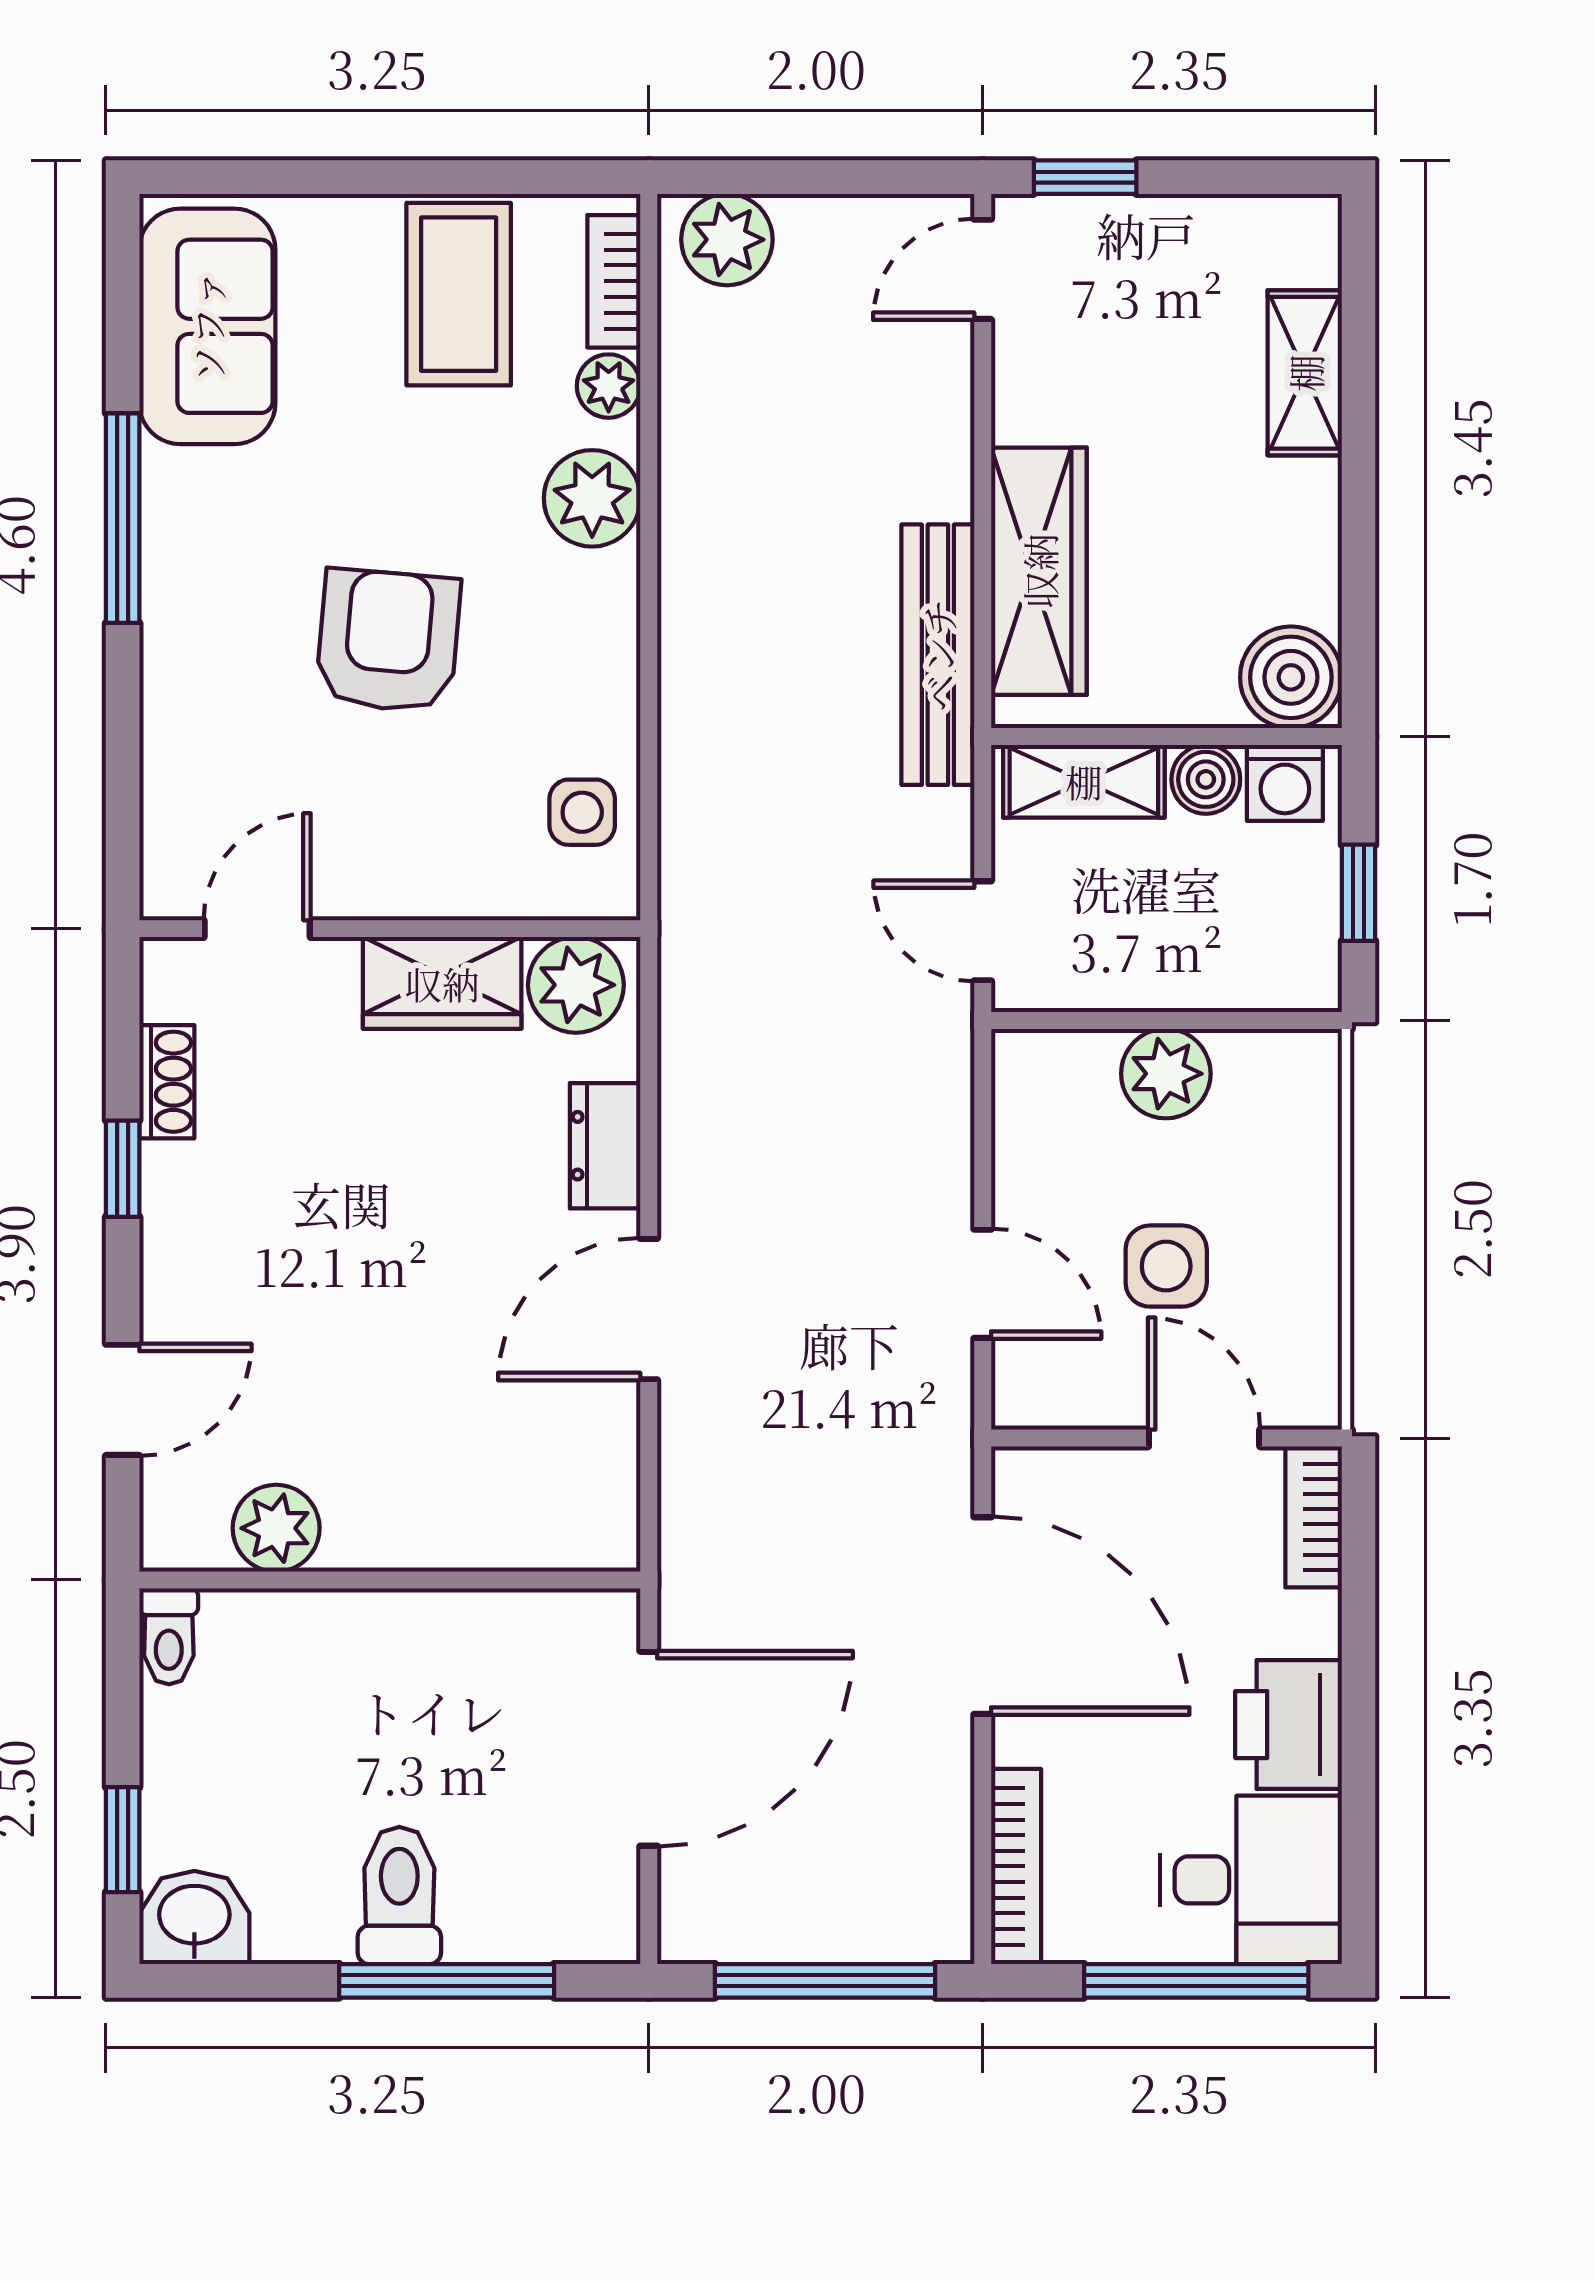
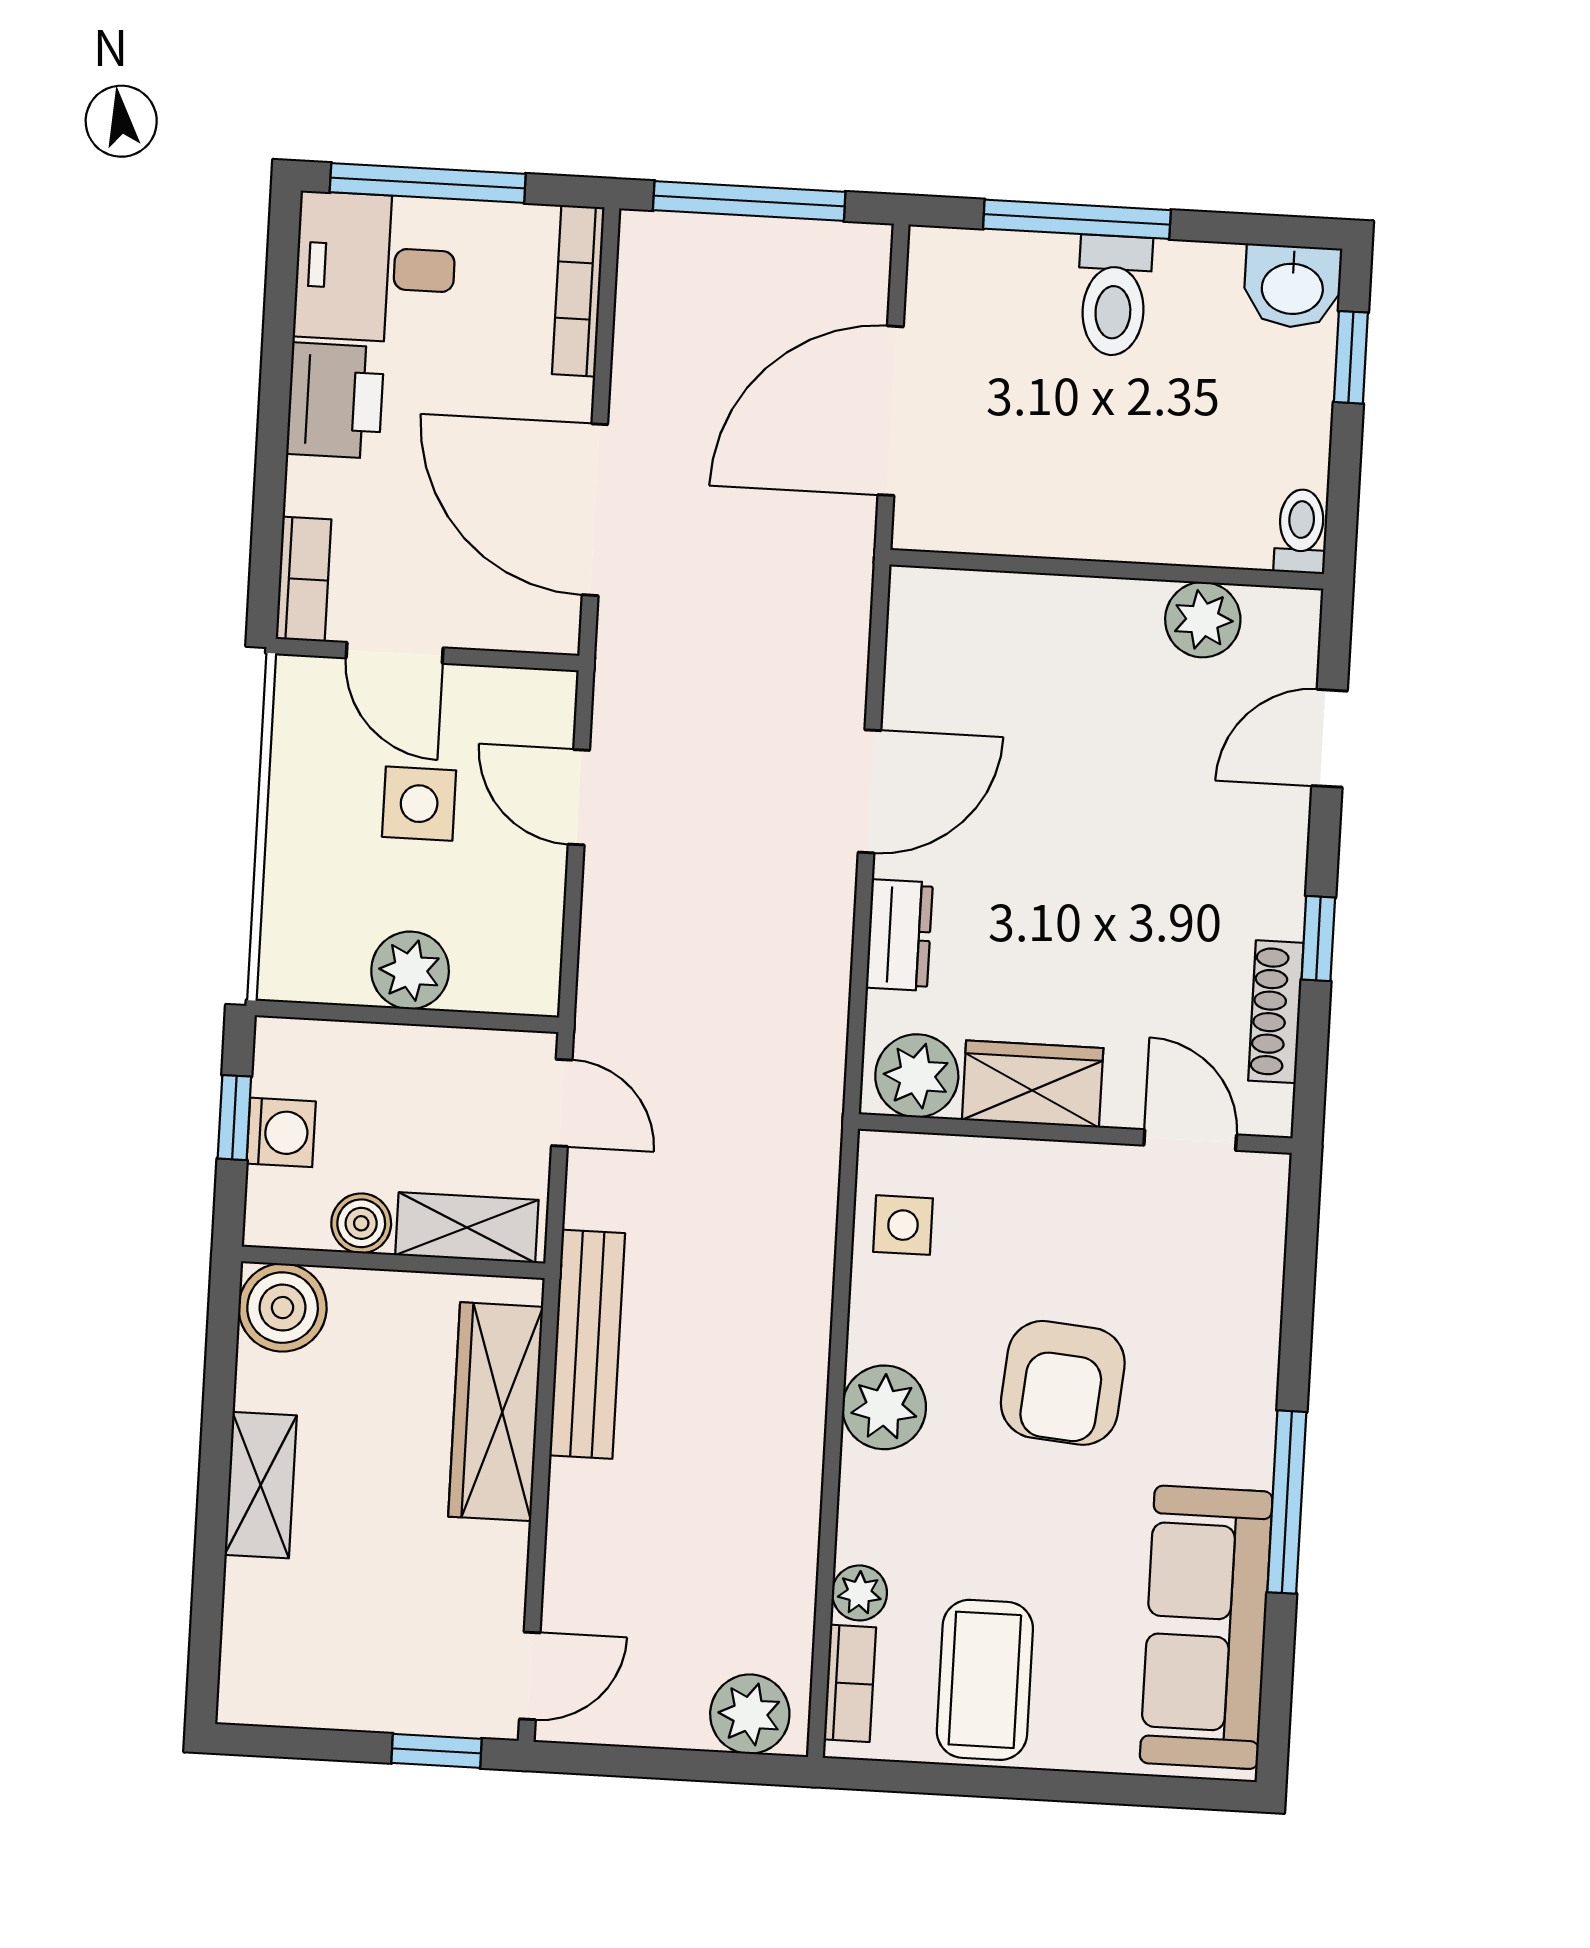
sofa: (207, 326) -> (1206, 1627), width x1.36
shelving: (1305, 373) -> (261, 1485), moved
plant: (592, 498) -> (884, 1407), moved
washing machine: (1285, 783) -> (281, 1132), moved, turned 90
door: (257, 929) -> (1190, 1140), swing flipped
shoe rack: (167, 1082) -> (1276, 1012), width x1.43

